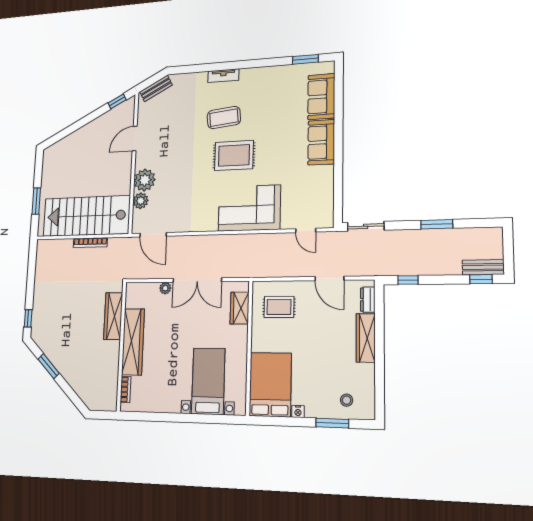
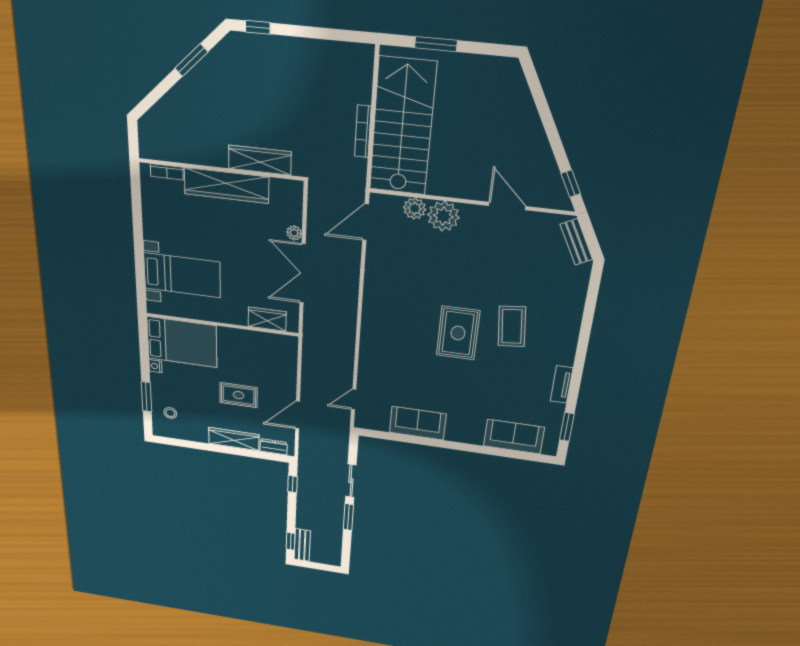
tv unit: (223, 76) -> (562, 385), moved
sofa: (321, 142) -> (418, 423), moved
corner sofa: (249, 208) -> (387, 343), removed
sliding door: (366, 226) -> (351, 481), moved
rug: (279, 307) -> (239, 395), moved, turned 90

